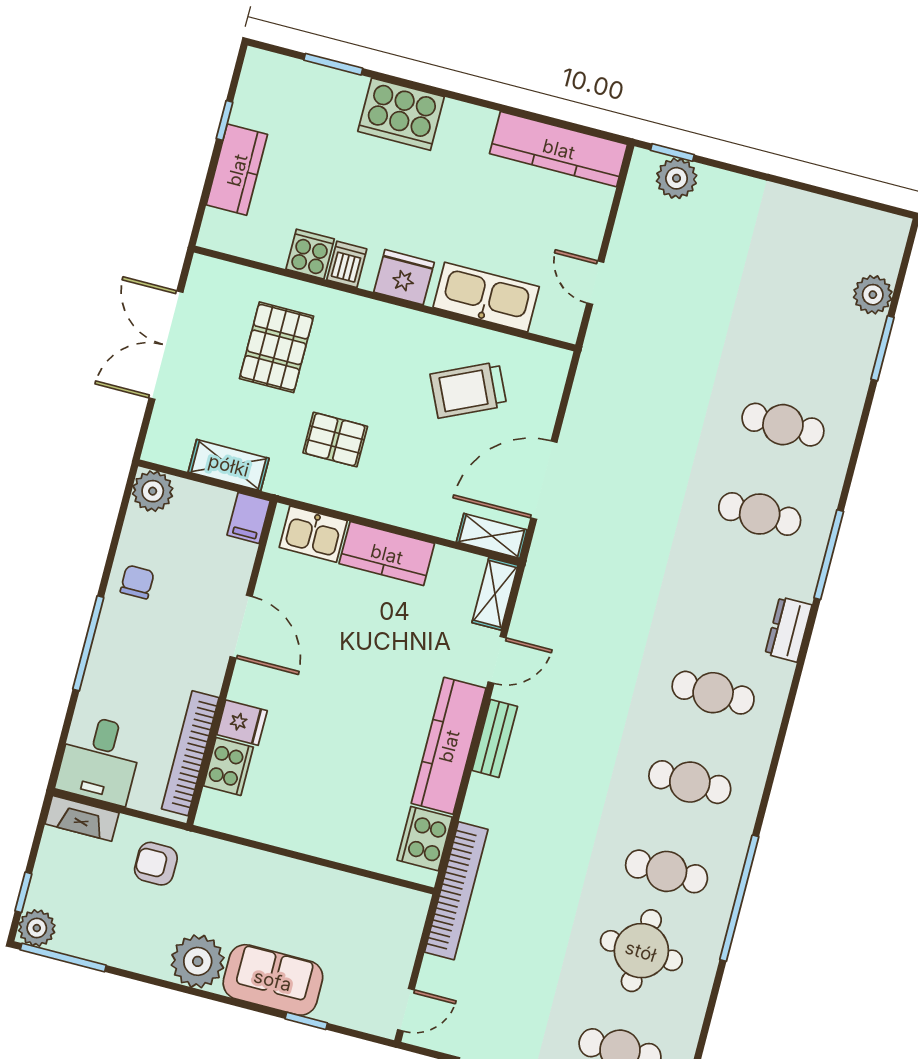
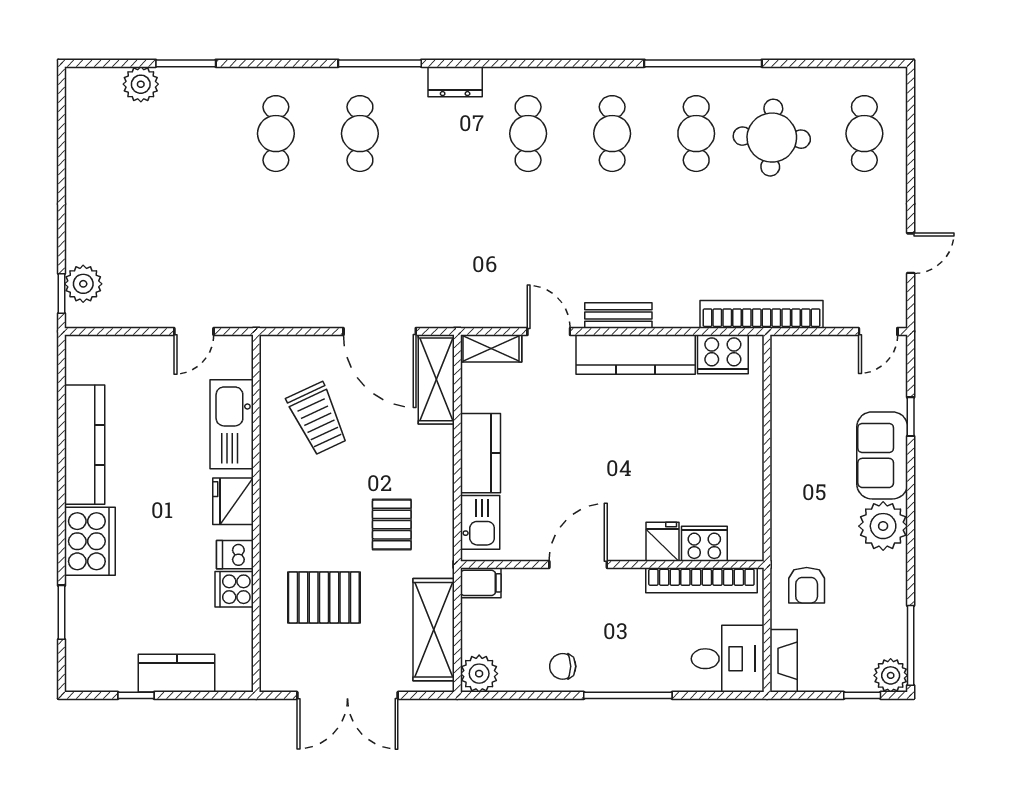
kitchen counter: (559, 149) -> (85, 445), moved
shelving: (229, 465) -> (434, 630), width x1.50, depth x1.33
shelving: (492, 536) -> (436, 379), width x1.50, depth x1.33
door: (406, 1010) -> (878, 331), swing flipped

